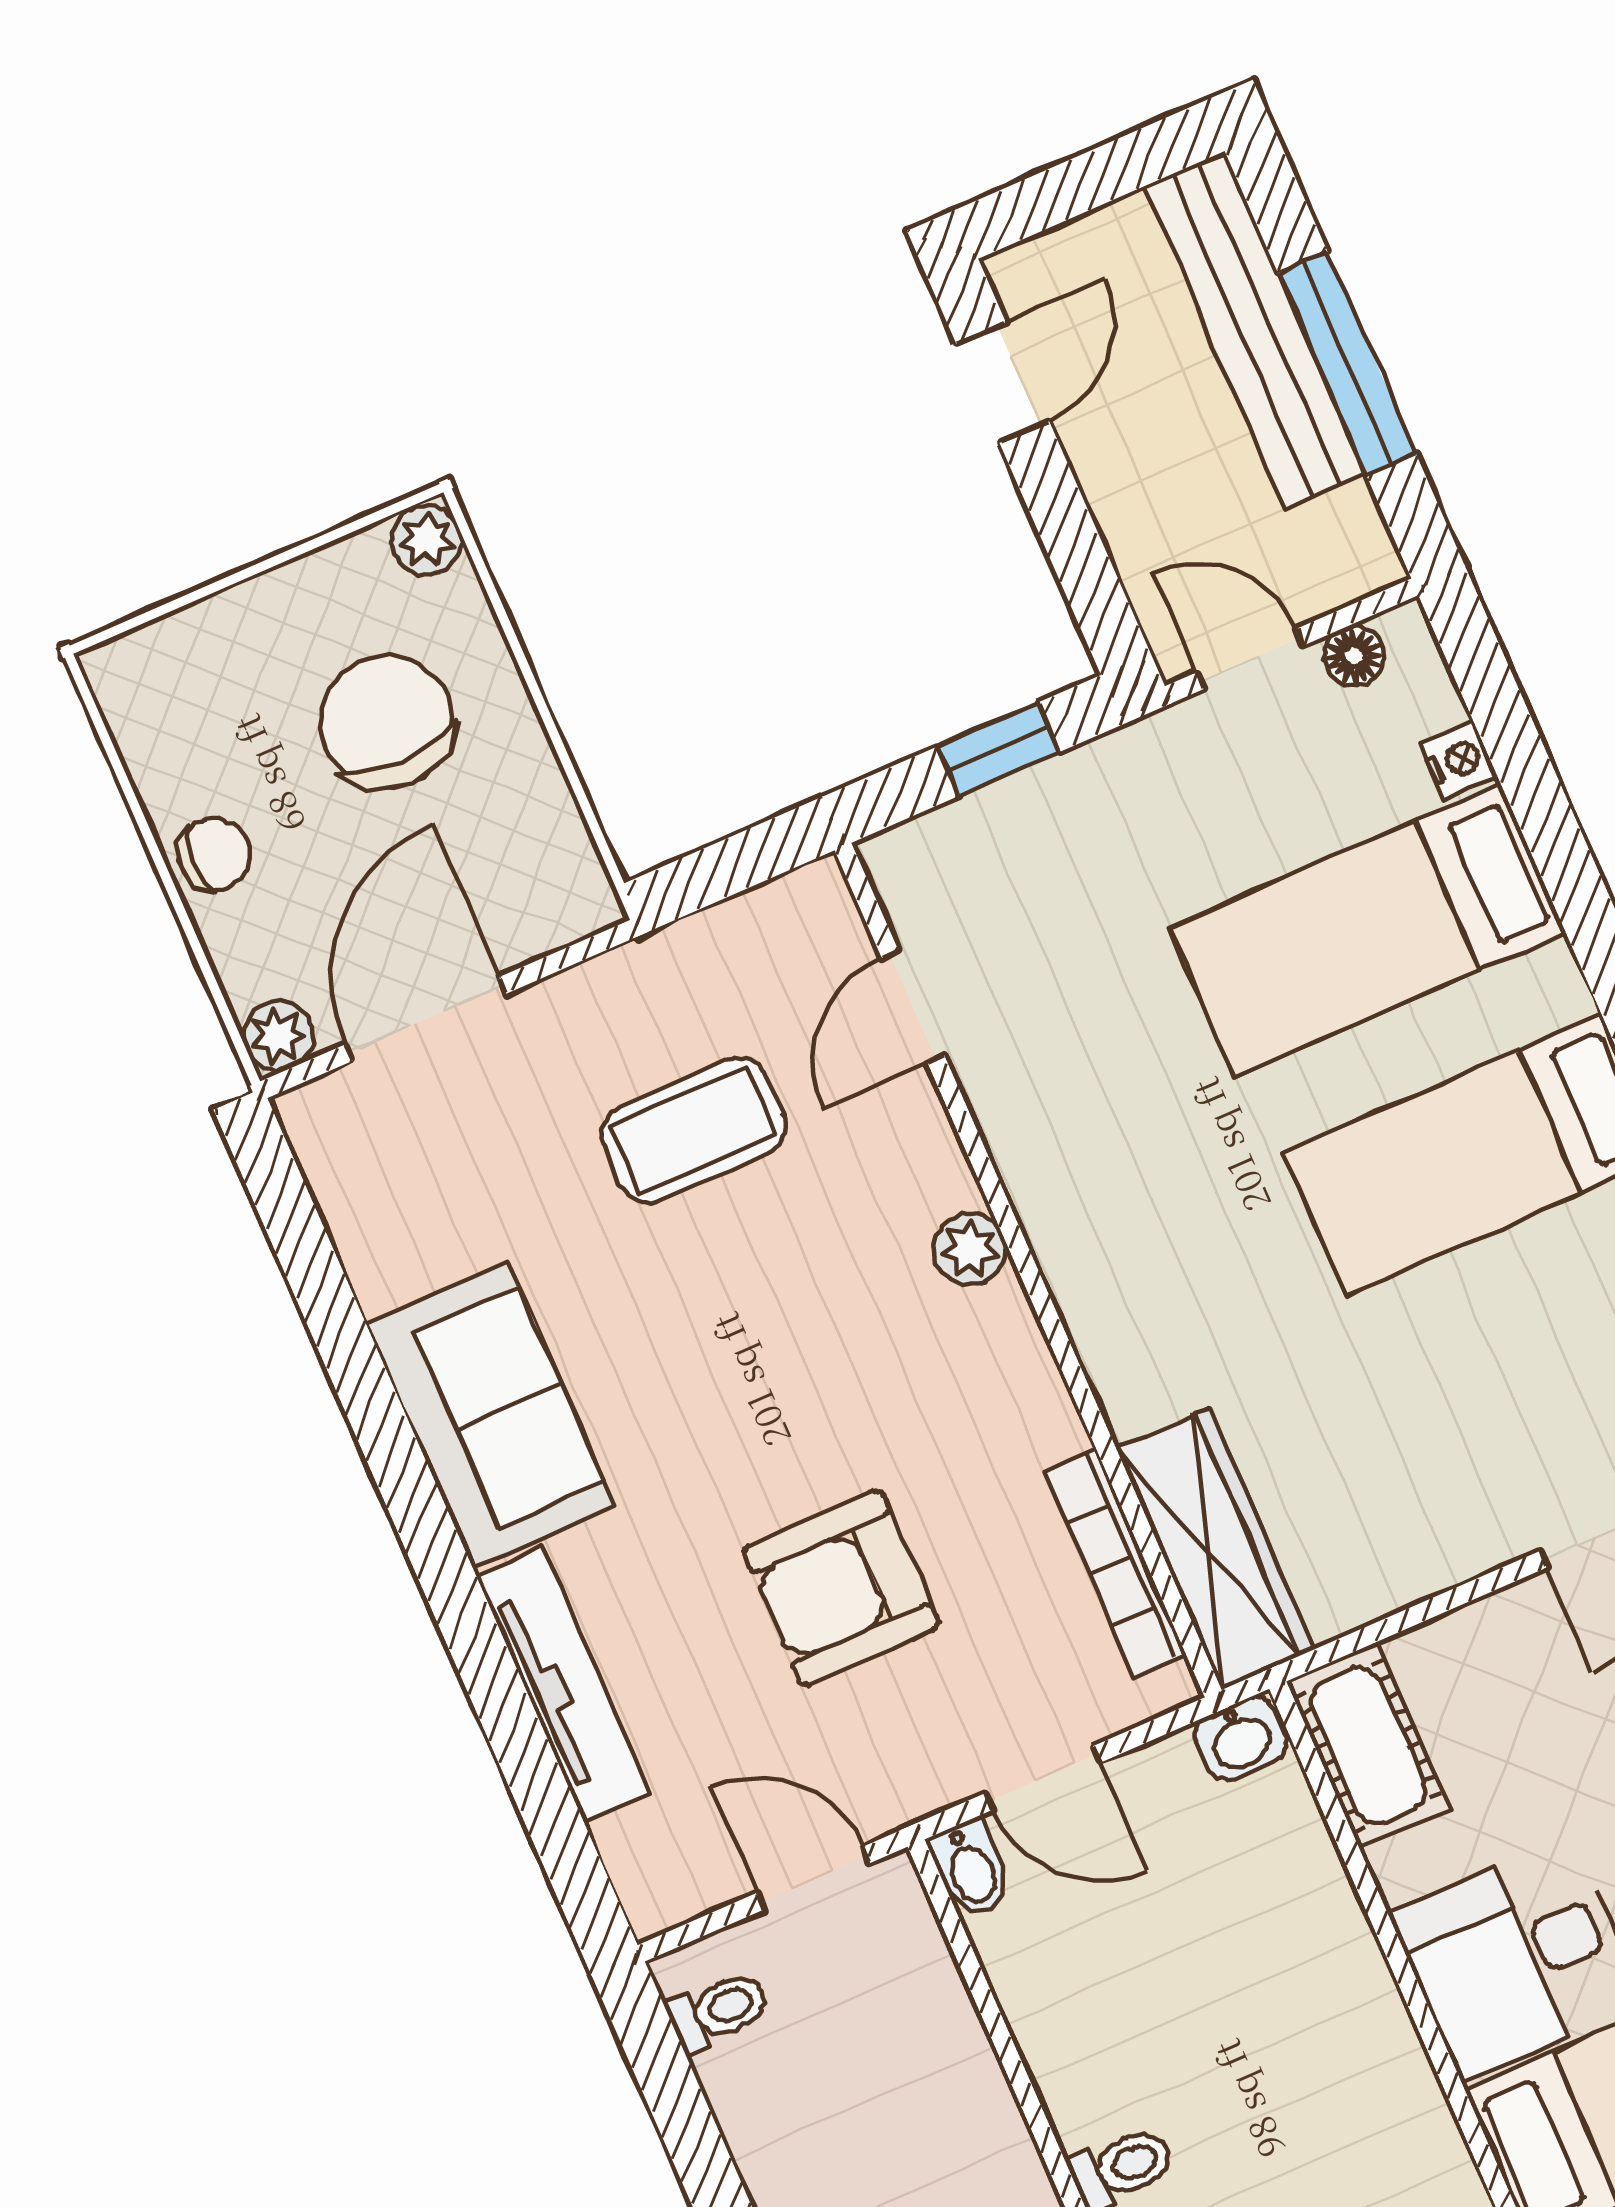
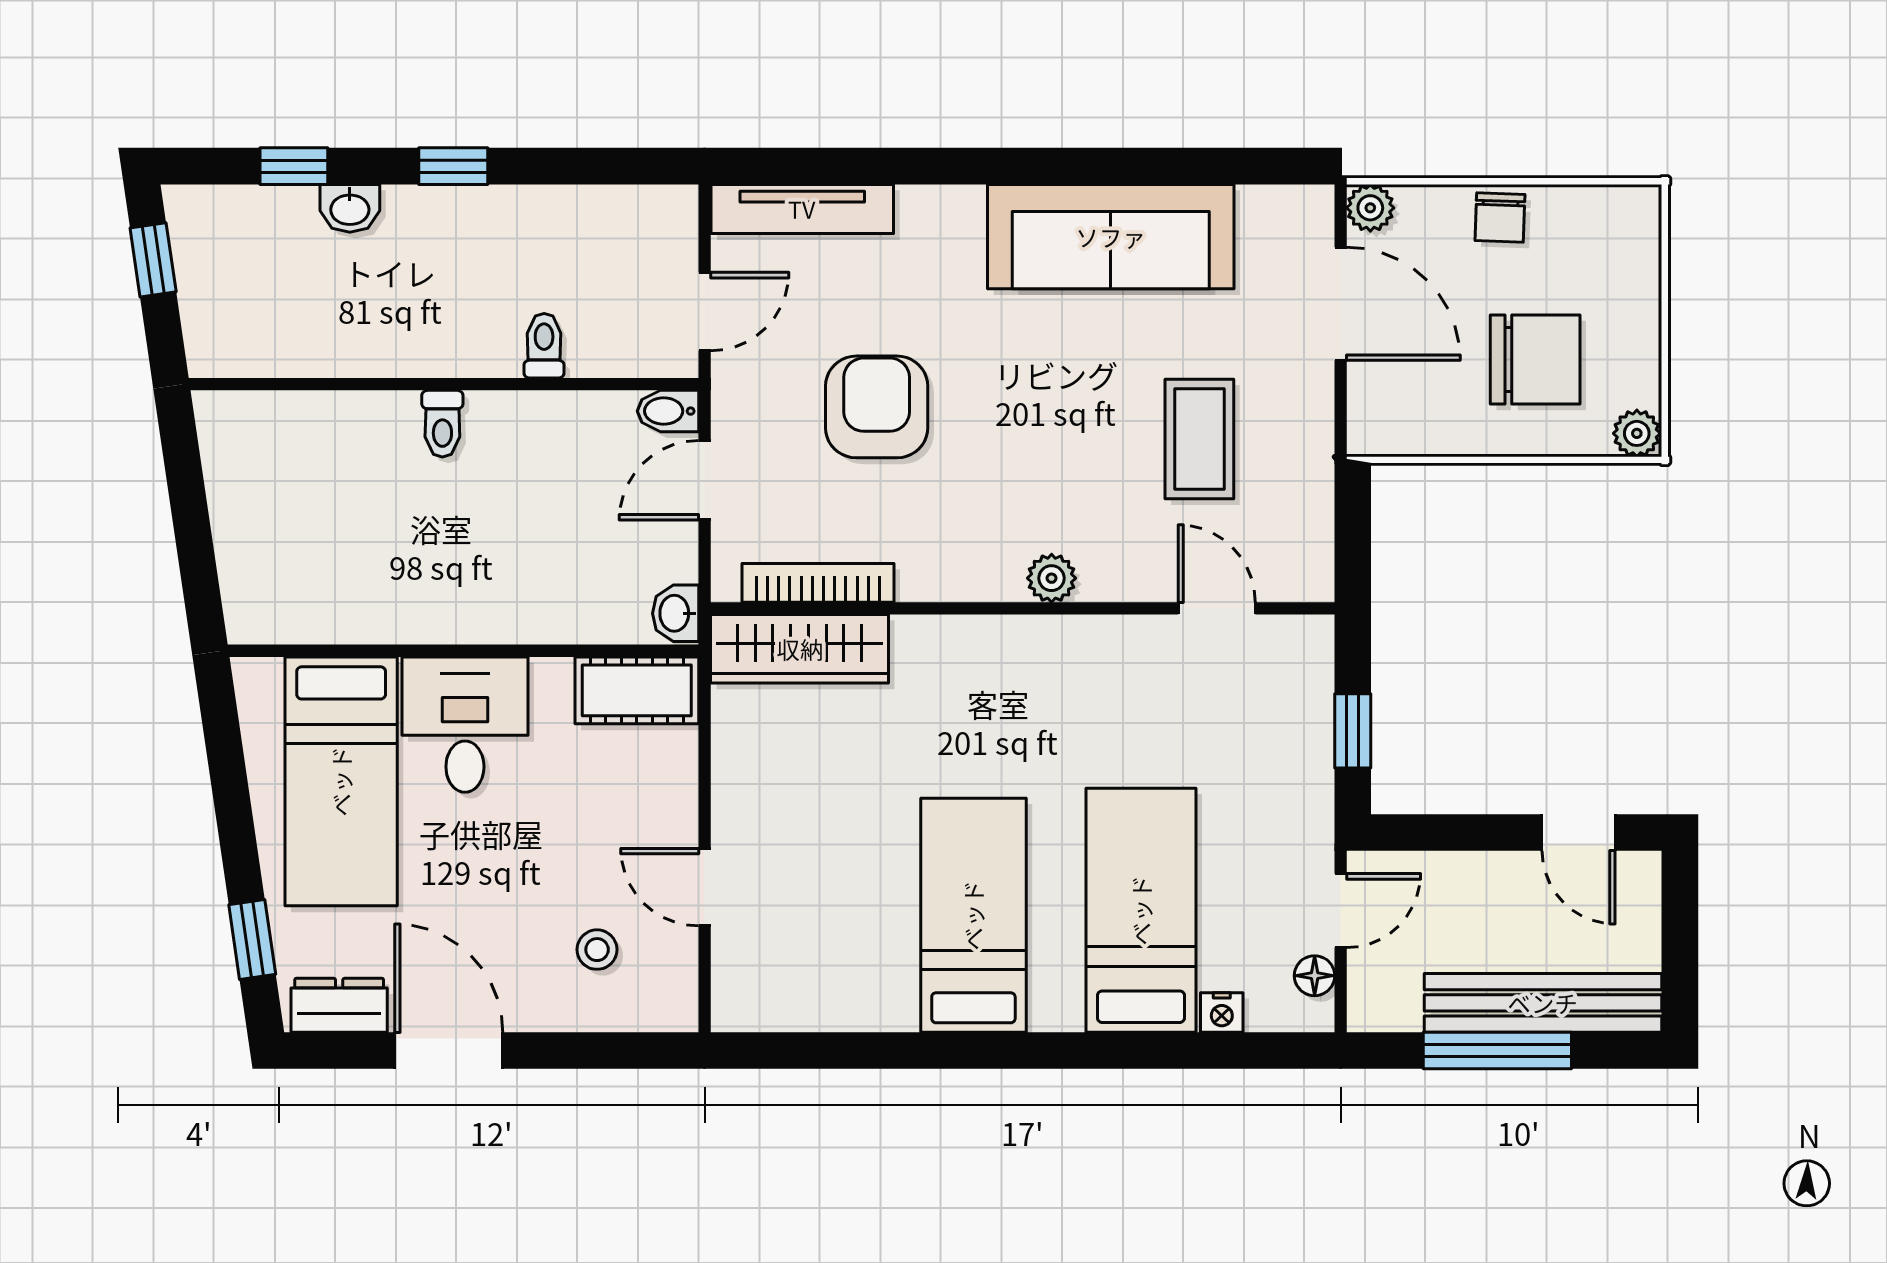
sofa: (490, 1415) -> (1111, 237), width x1.36
tv unit: (564, 1685) -> (802, 209), moved
toilet: (718, 2011) -> (544, 346), moved, turned 180

